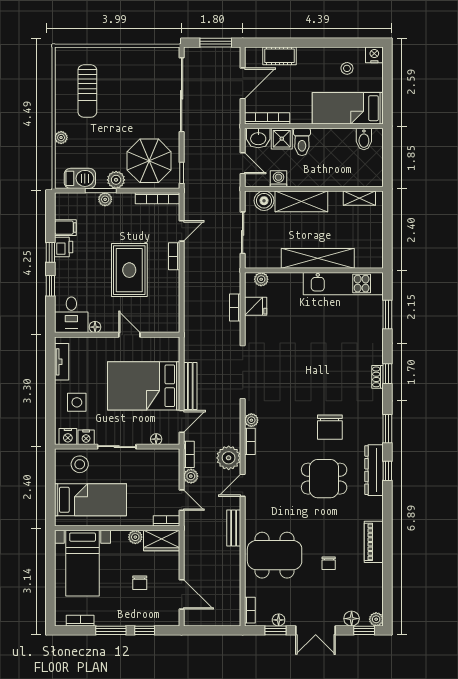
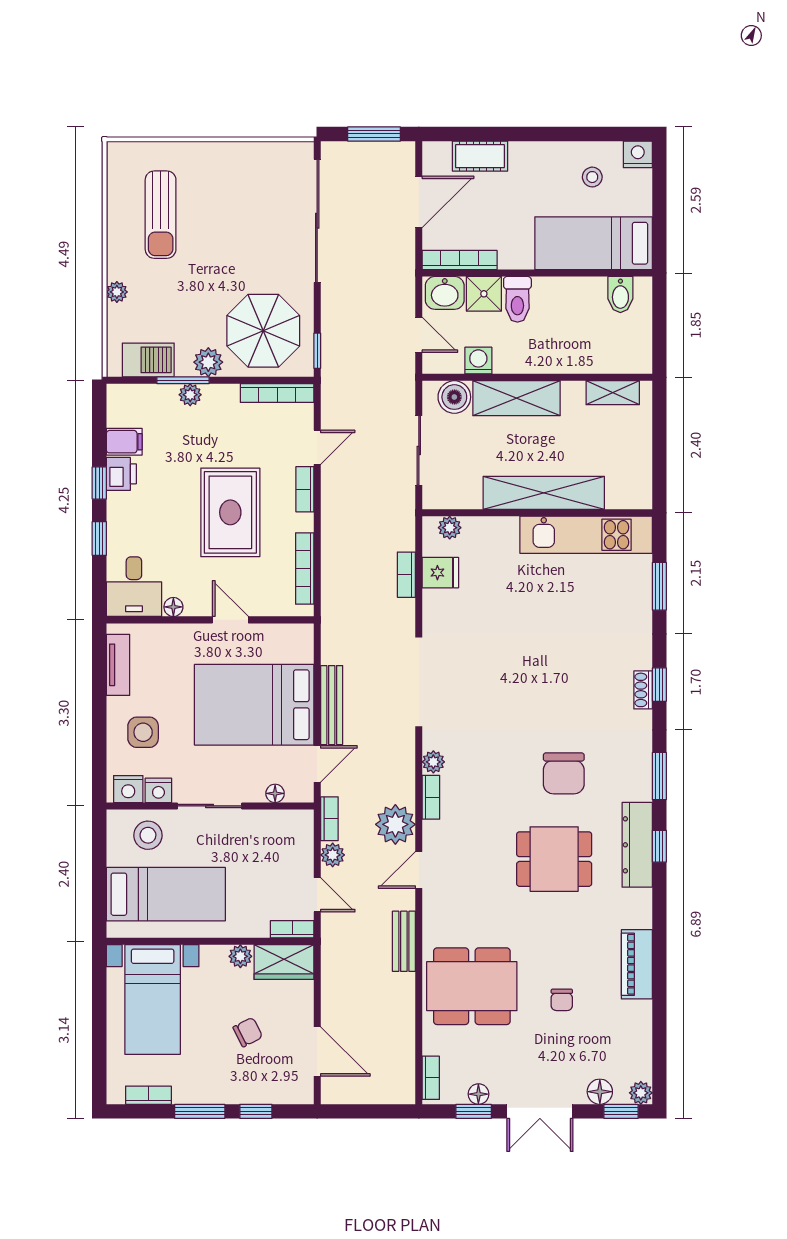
bookcase: (174, 304) -> (305, 568), added
chair: (140, 583) -> (248, 1032), turned -117

